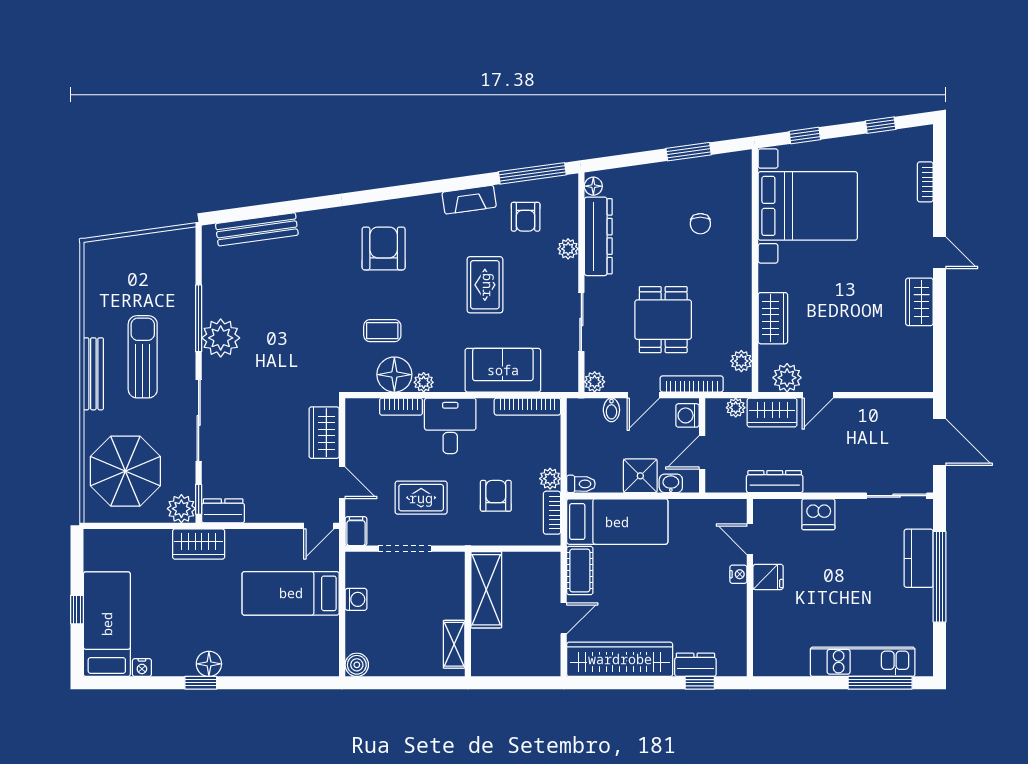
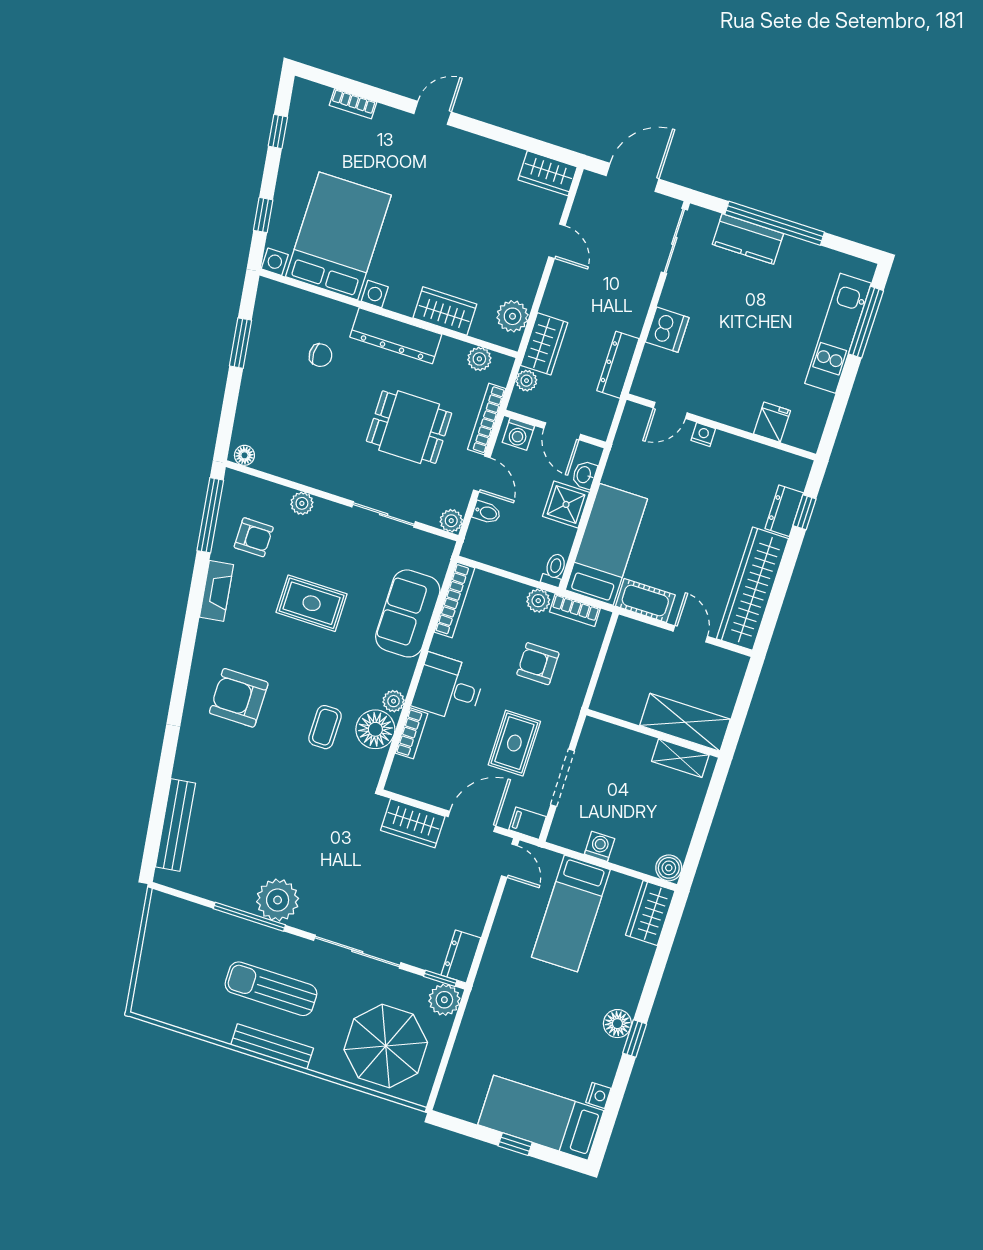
dresser: (598, 236) -> (396, 336), moved, turned 180
wardrobe: (919, 302) -> (548, 173), moved
door: (818, 395) -> (557, 241), moved
door: (342, 483) -> (472, 821), width x1.37
wardrobe: (199, 544) -> (650, 913), moved, turned 180
fridge: (768, 577) -> (772, 422), moved
shelving: (486, 590) -> (685, 722), moved

